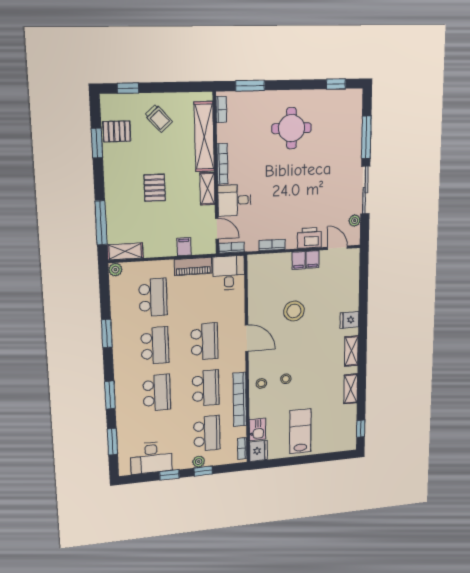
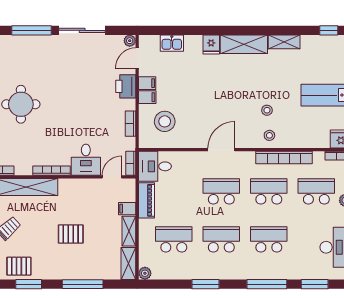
pallet: (117, 131) -> (19, 266), turned 90
shelving: (207, 189) -> (129, 231), moved, turned 90
plant: (355, 221) -> (130, 41), moved
window: (101, 223) -> (83, 284), moved
stool: (294, 311) -> (165, 121), moved
shelving: (351, 351) -> (244, 44), width x1.50, depth x1.33
window: (110, 395) -> (267, 284), width x1.44
kitchen sink: (257, 429) -> (172, 43), moved, turned 180

